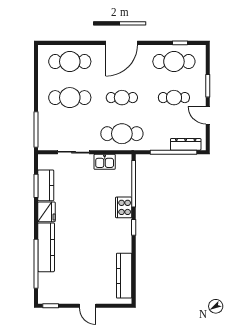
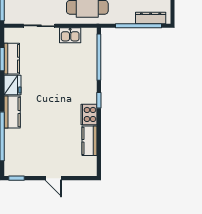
cooker: (124, 207) -> (89, 114), moved
kitchen counter: (46, 247) -> (12, 112), width x0.67
kitchen counter: (124, 276) -> (90, 141), width x0.67

